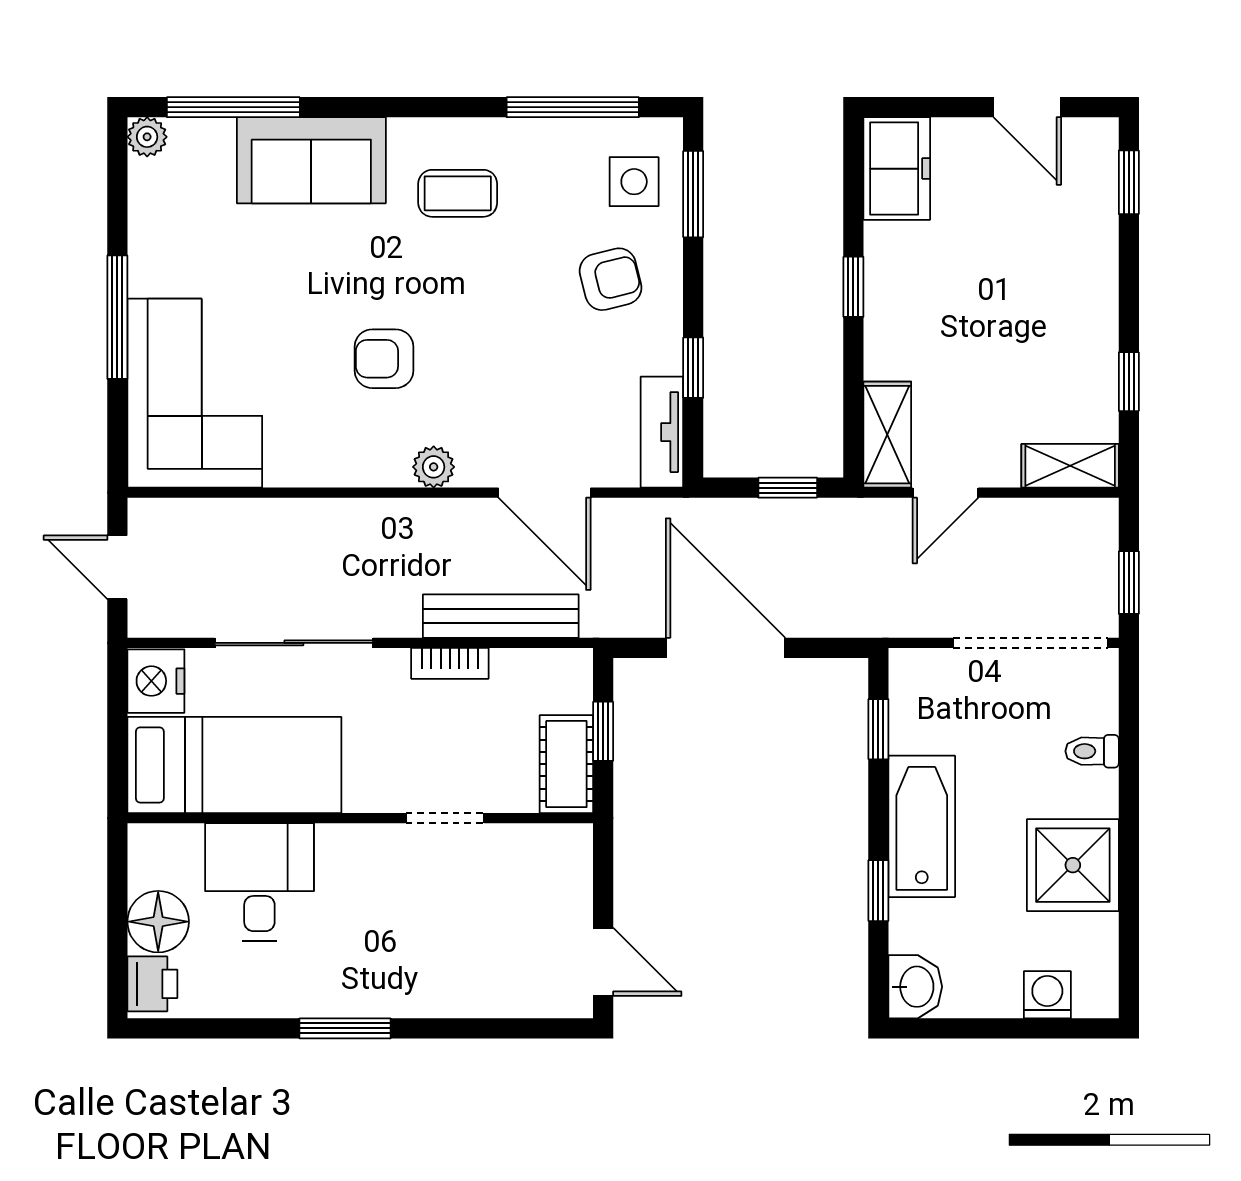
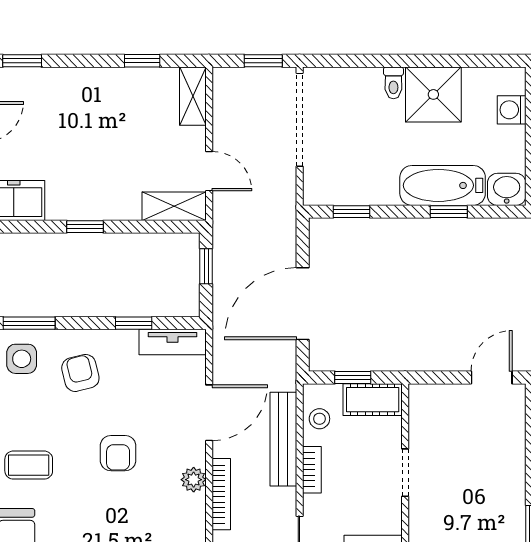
coffee table: (458, 193) -> (29, 465), turned 90
armchair: (384, 359) -> (118, 453), moved
bookcase: (409, 513) -> (221, 494), added
stool: (535, 676) -> (319, 419), added
toilet: (1092, 751) -> (393, 83), moved
bathtub: (922, 826) -> (443, 185), moved

